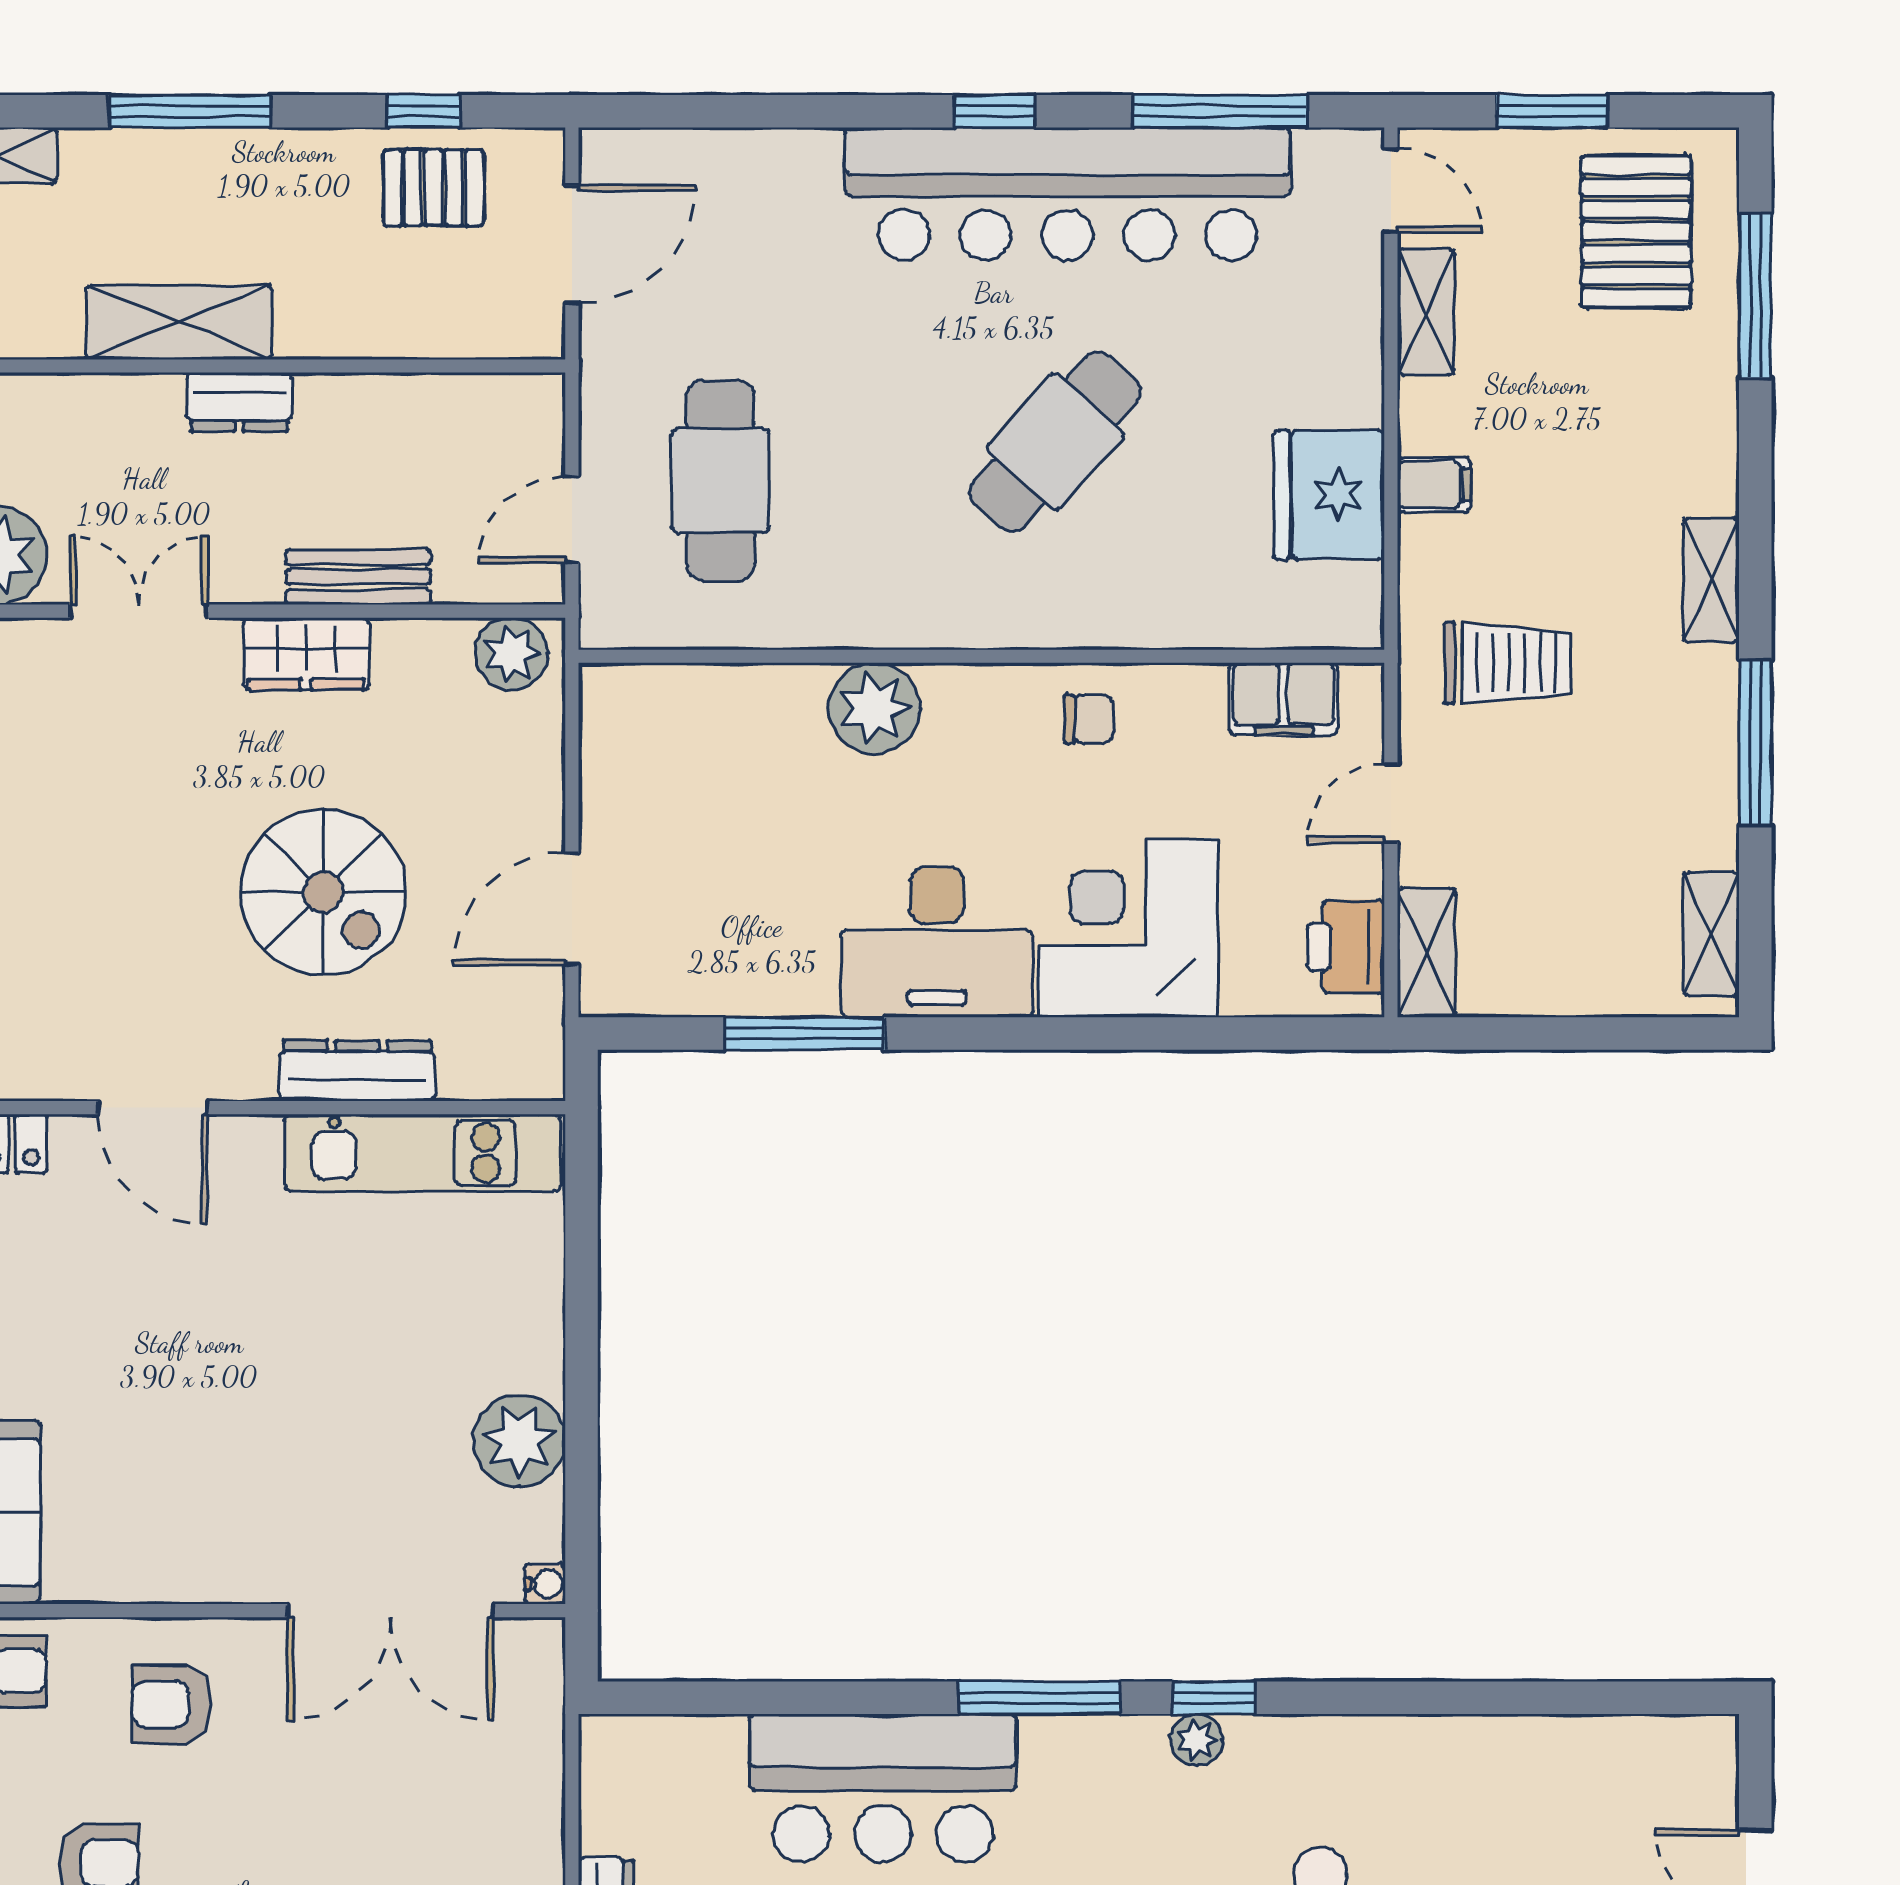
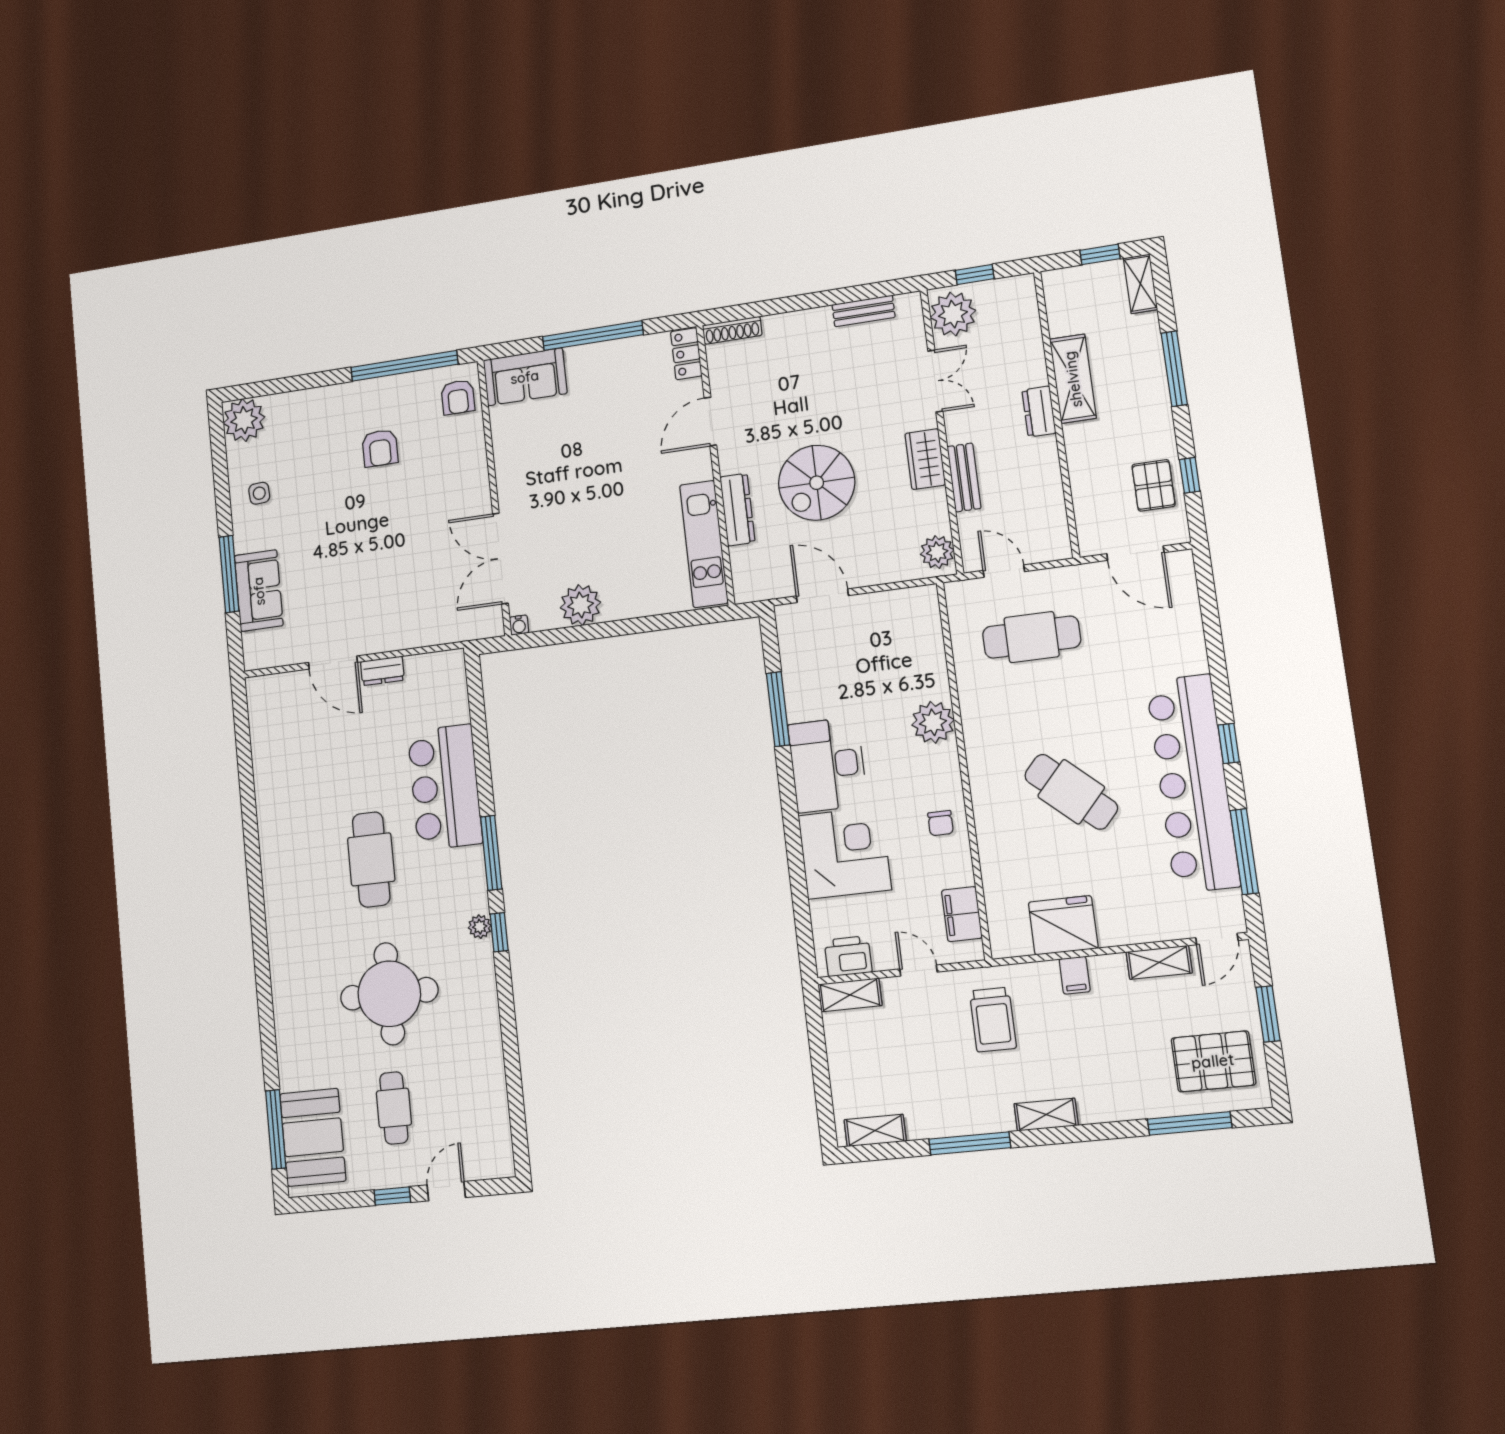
armchair: (171, 1704) -> (451, 469), removed

